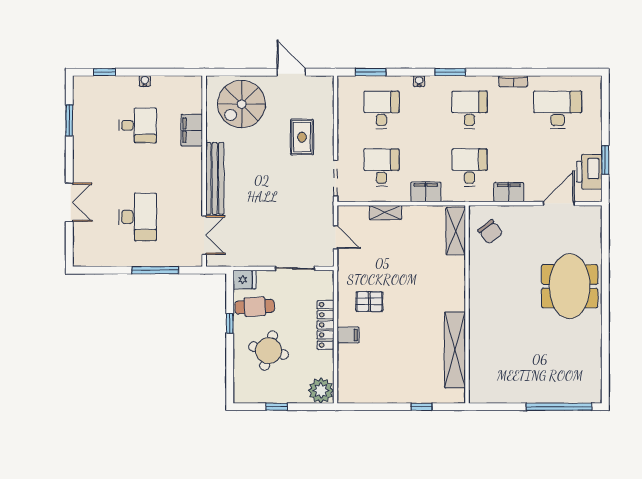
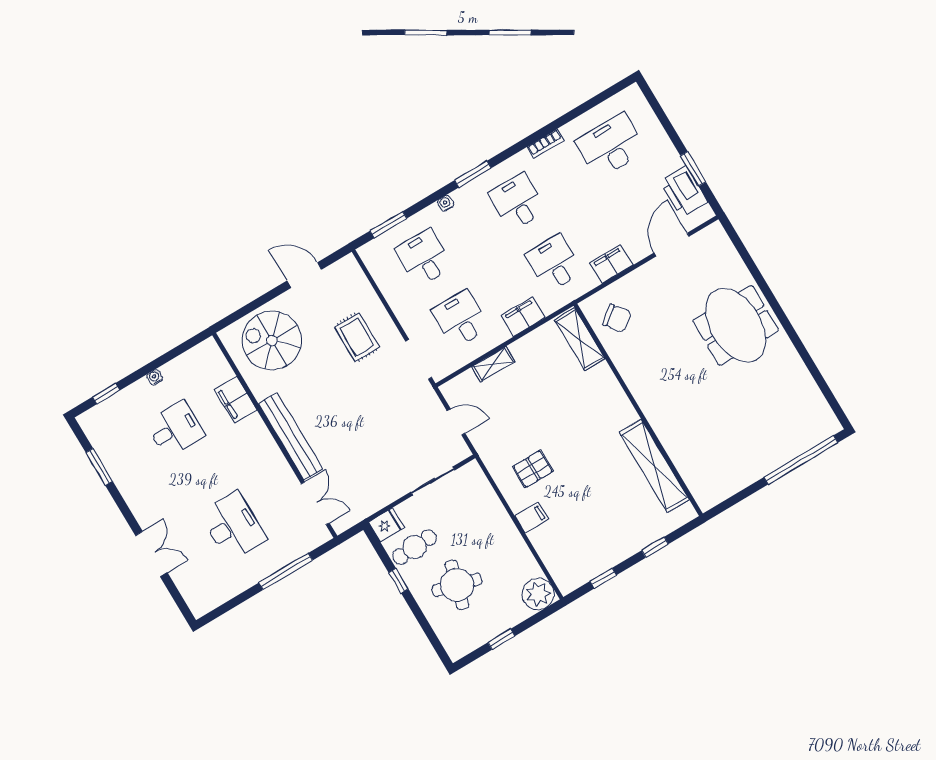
spiral stairs: (242, 104) -> (272, 341), turned 90
locker: (325, 325) -> (501, 521), removed
window: (373, 407) -> (603, 578), added

